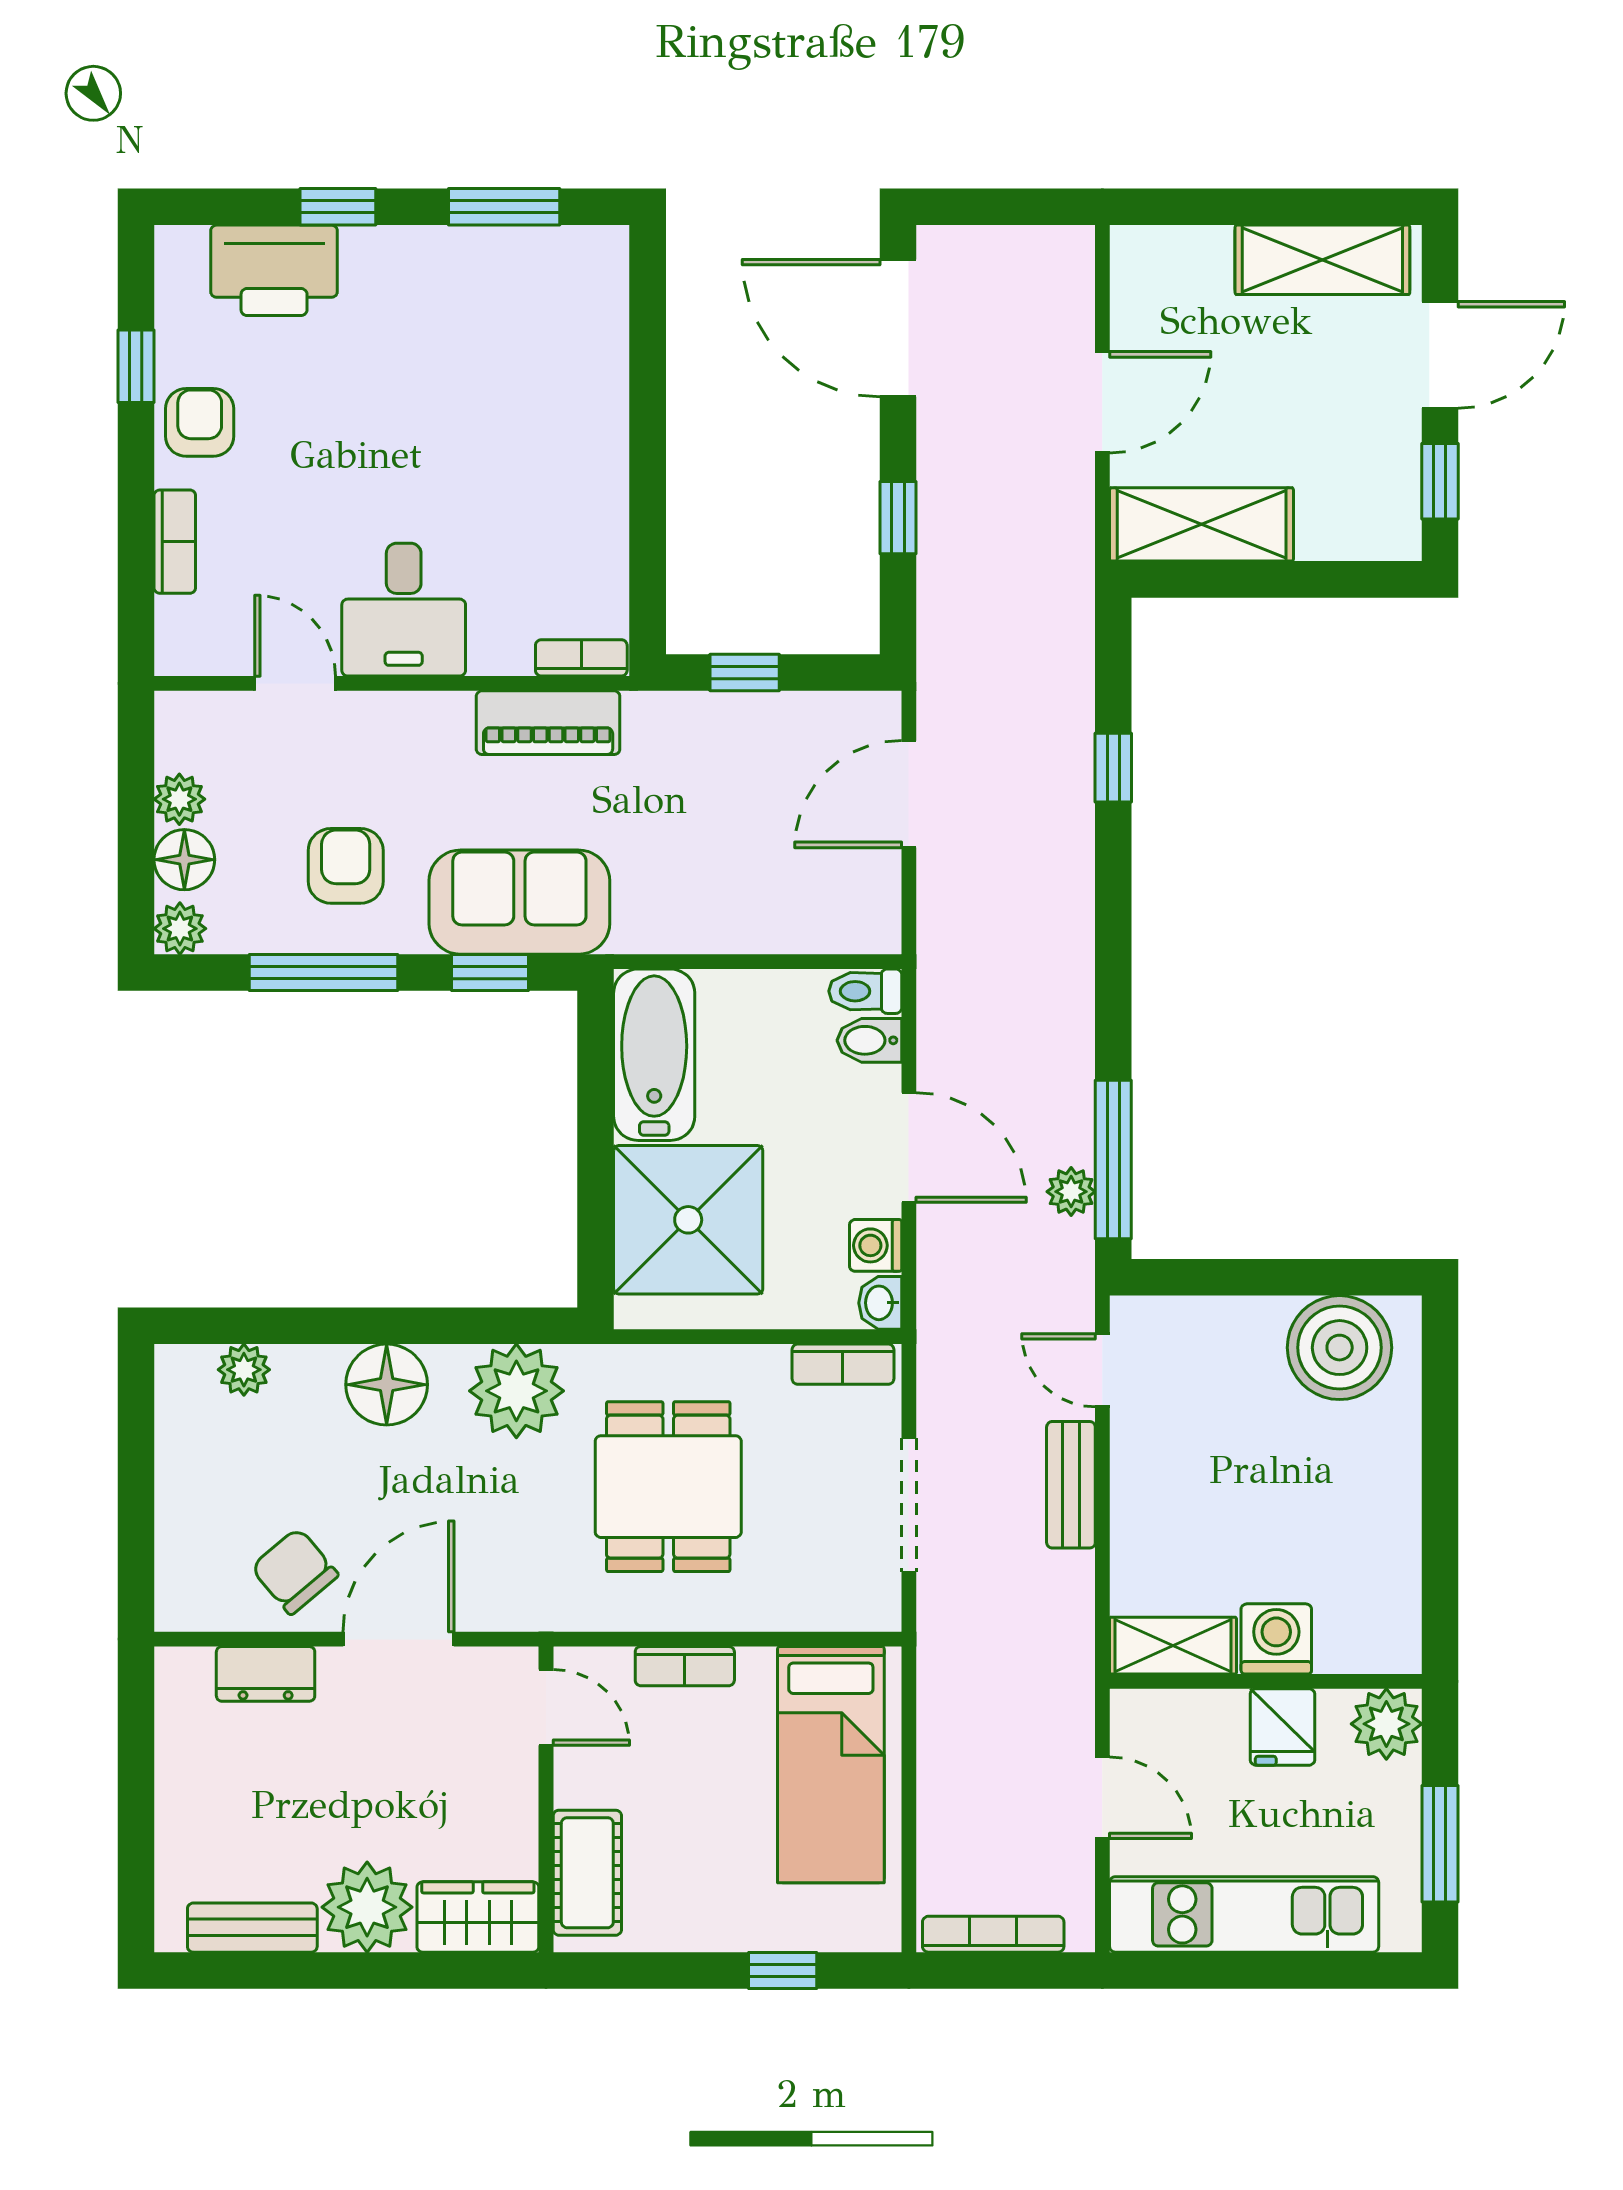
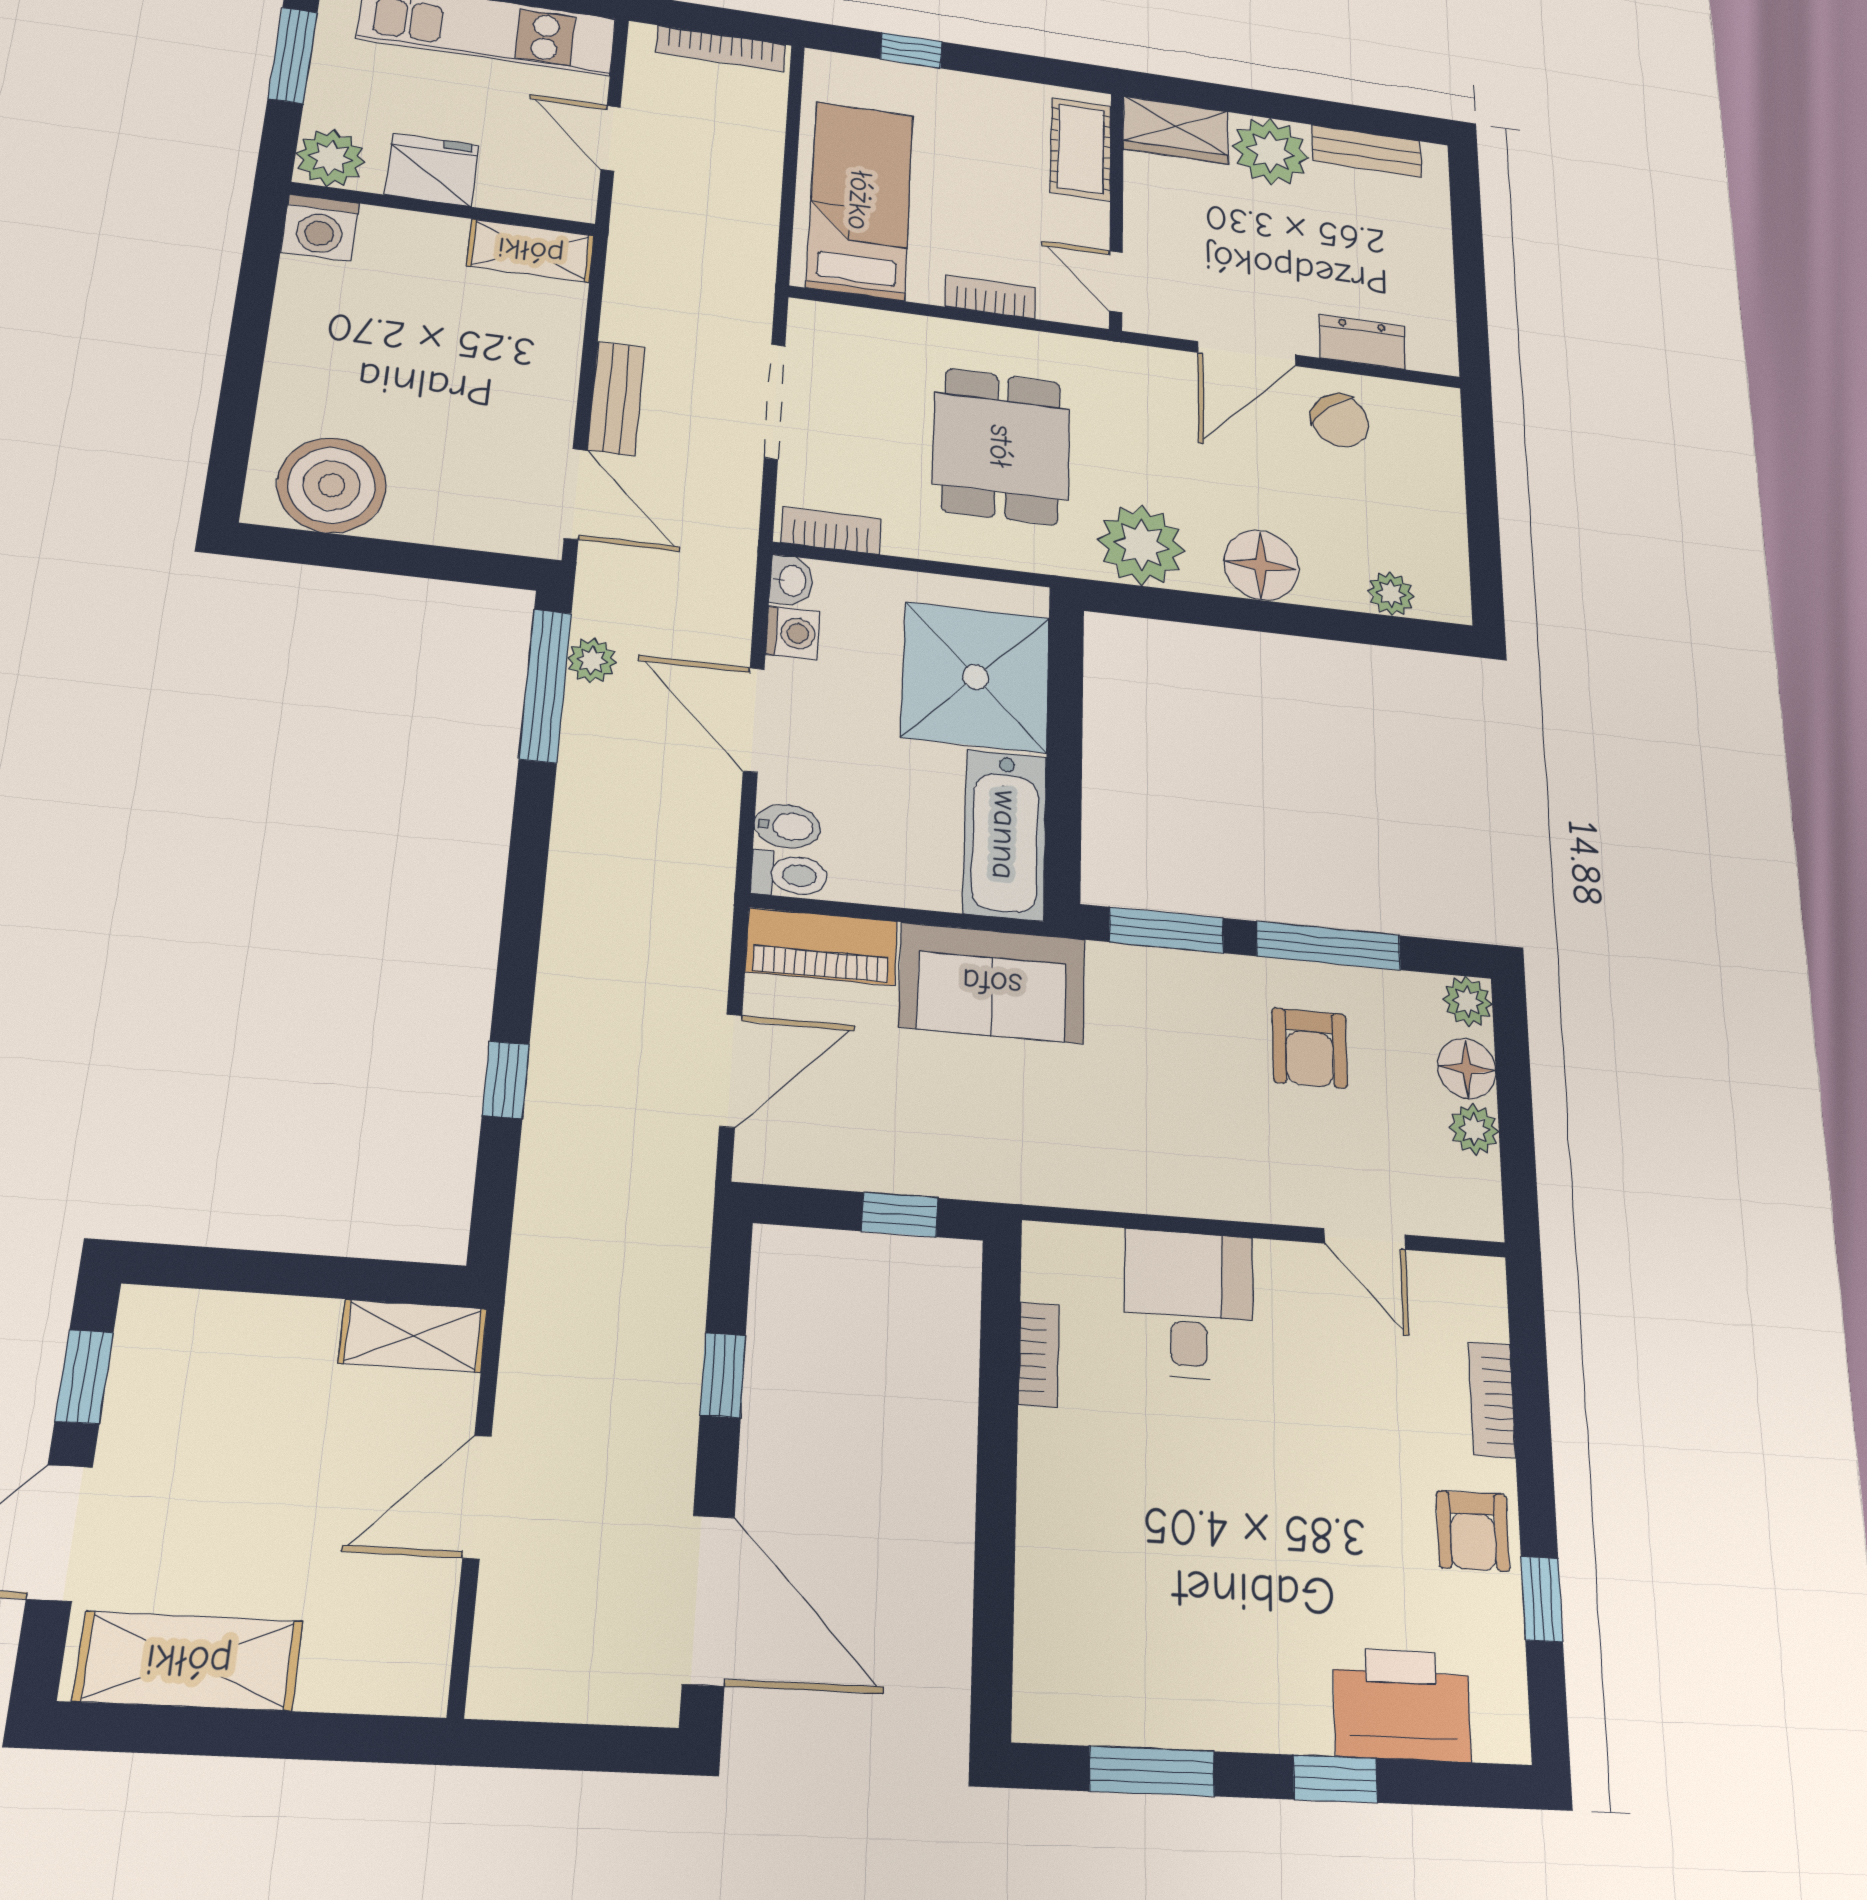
shelving: (1202, 524) -> (413, 1336), width x0.67, depth x0.75
desk: (404, 610) -> (1189, 1305), moved
bookcase: (581, 658) -> (1039, 1354), moved, turned -90
piano: (548, 723) -> (822, 947), moved, turned 180
sofa: (519, 902) -> (992, 983), moved
window: (490, 972) -> (1166, 930), width x1.50
door: (1102, 1370) -> (576, 494), width x1.38
washing machine: (1276, 1639) -> (320, 228), moved
fridge: (1282, 1727) -> (432, 170), width x1.38

